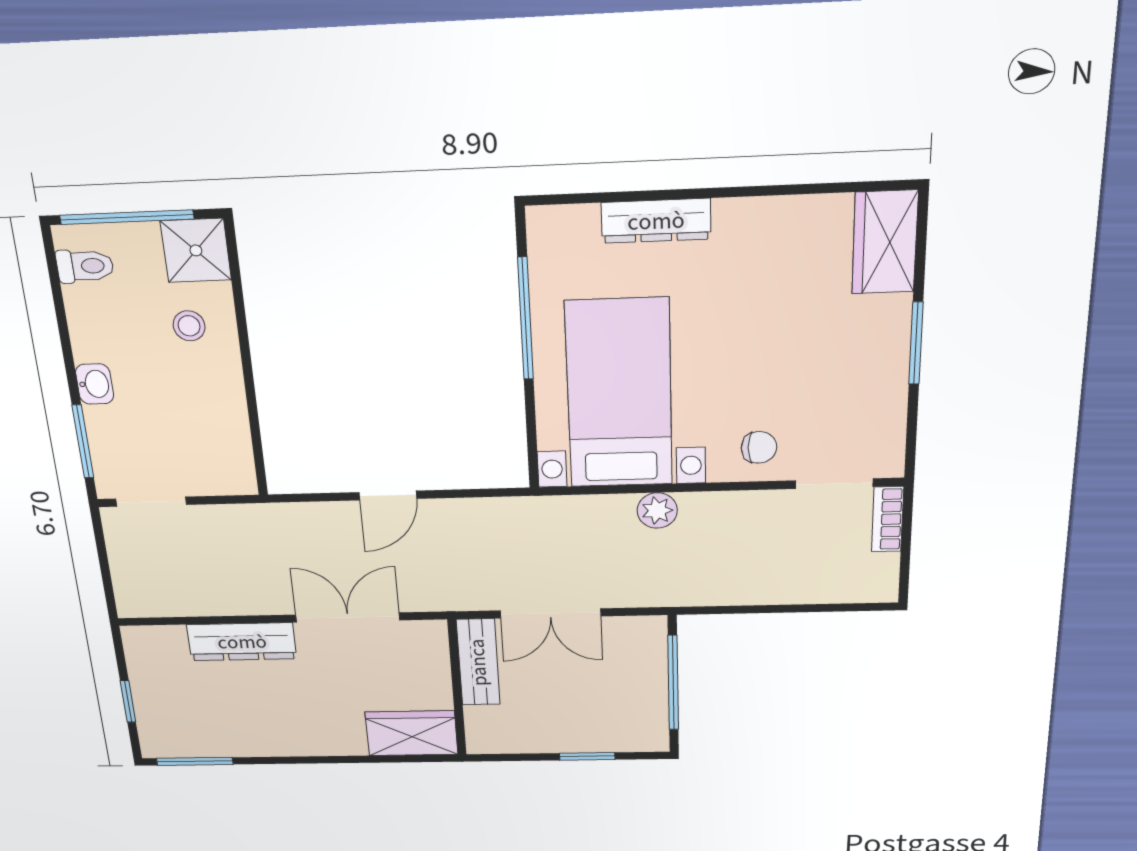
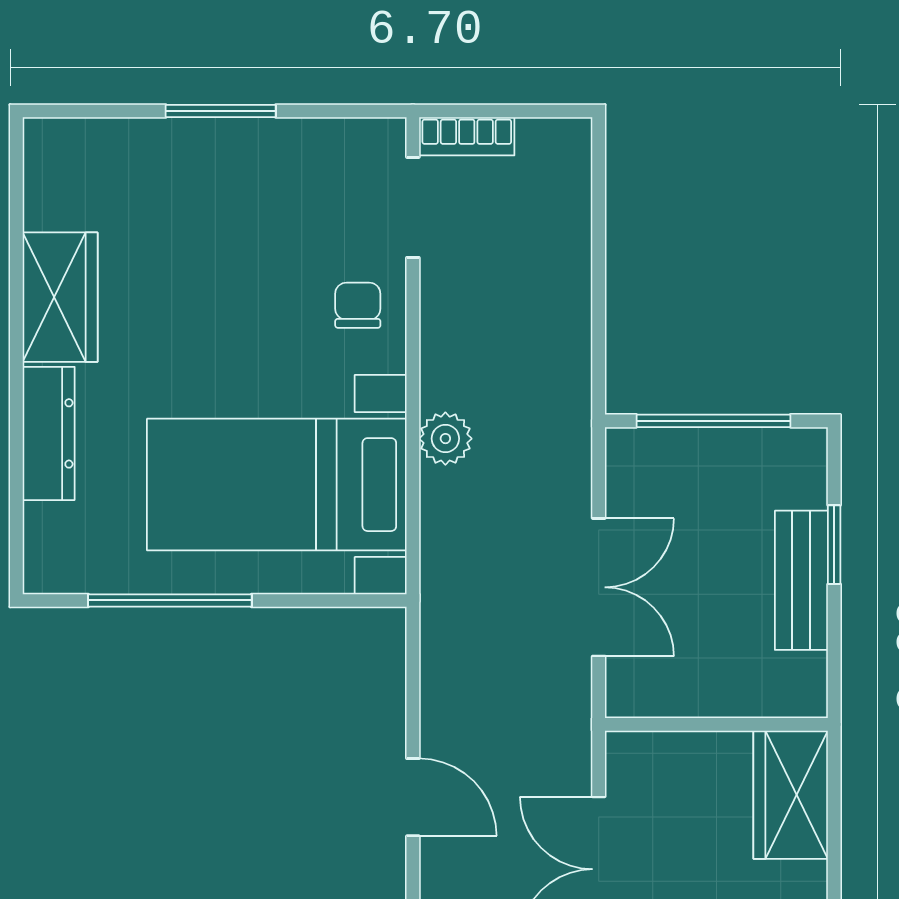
wardrobe: (885, 242) -> (60, 297), moved, turned -90
bench: (478, 662) -> (801, 580), moved, turned 90

